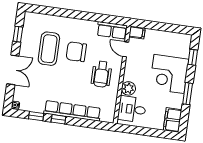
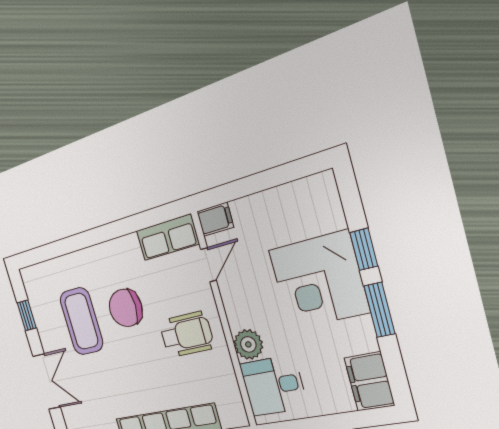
door: (126, 49) -> (209, 265), swing flipped
window: (193, 57) -> (364, 249), moved
wheelchair: (101, 74) -> (186, 334), turned -90

